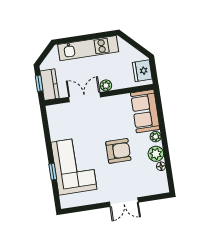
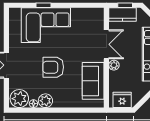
sofa: (145, 111) -> (93, 81), moved, turned -90
plant: (156, 137) -> (19, 99), moved, width x1.88, depth x1.88
armchair: (118, 151) -> (53, 67), turned 90

